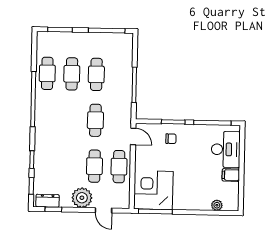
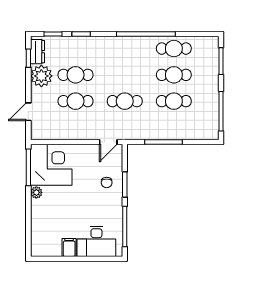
cafe table: (119, 167) -> (76, 75), moved
plant: (82, 198) -> (41, 76), moved
plant: (217, 205) -> (36, 192), moved

